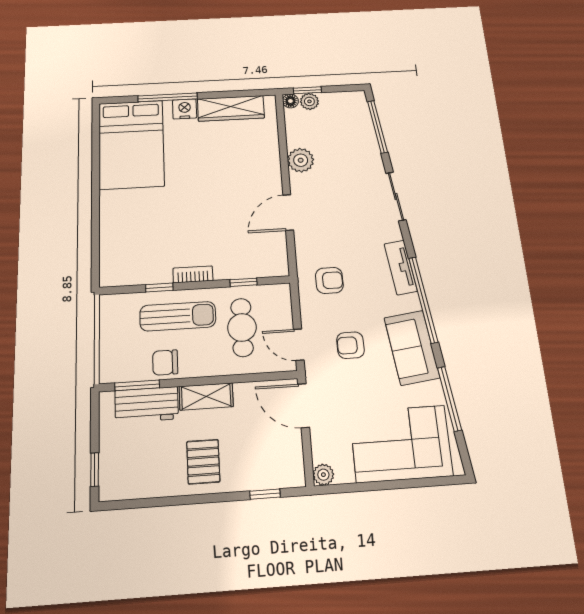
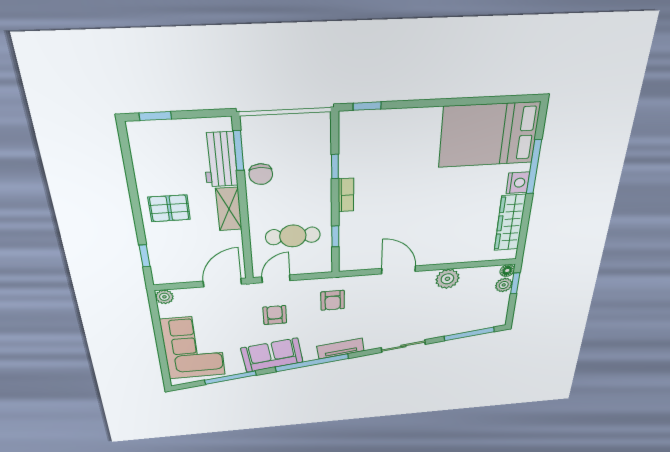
window: (95, 261) -> (367, 106), added
sun lounger: (178, 316) -> (306, 183), removed
chair: (165, 363) -> (261, 174), turned 180

